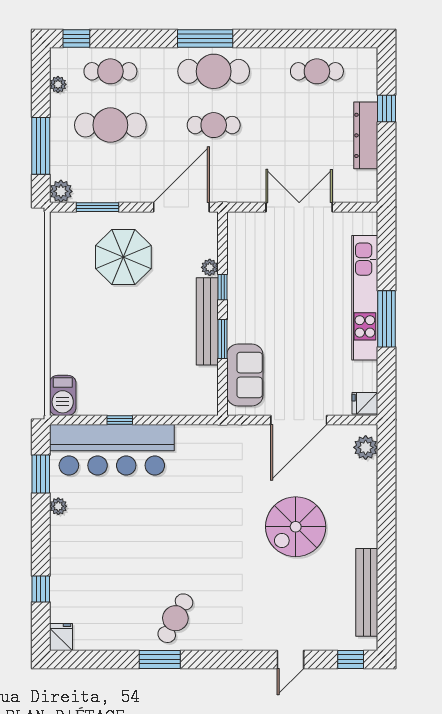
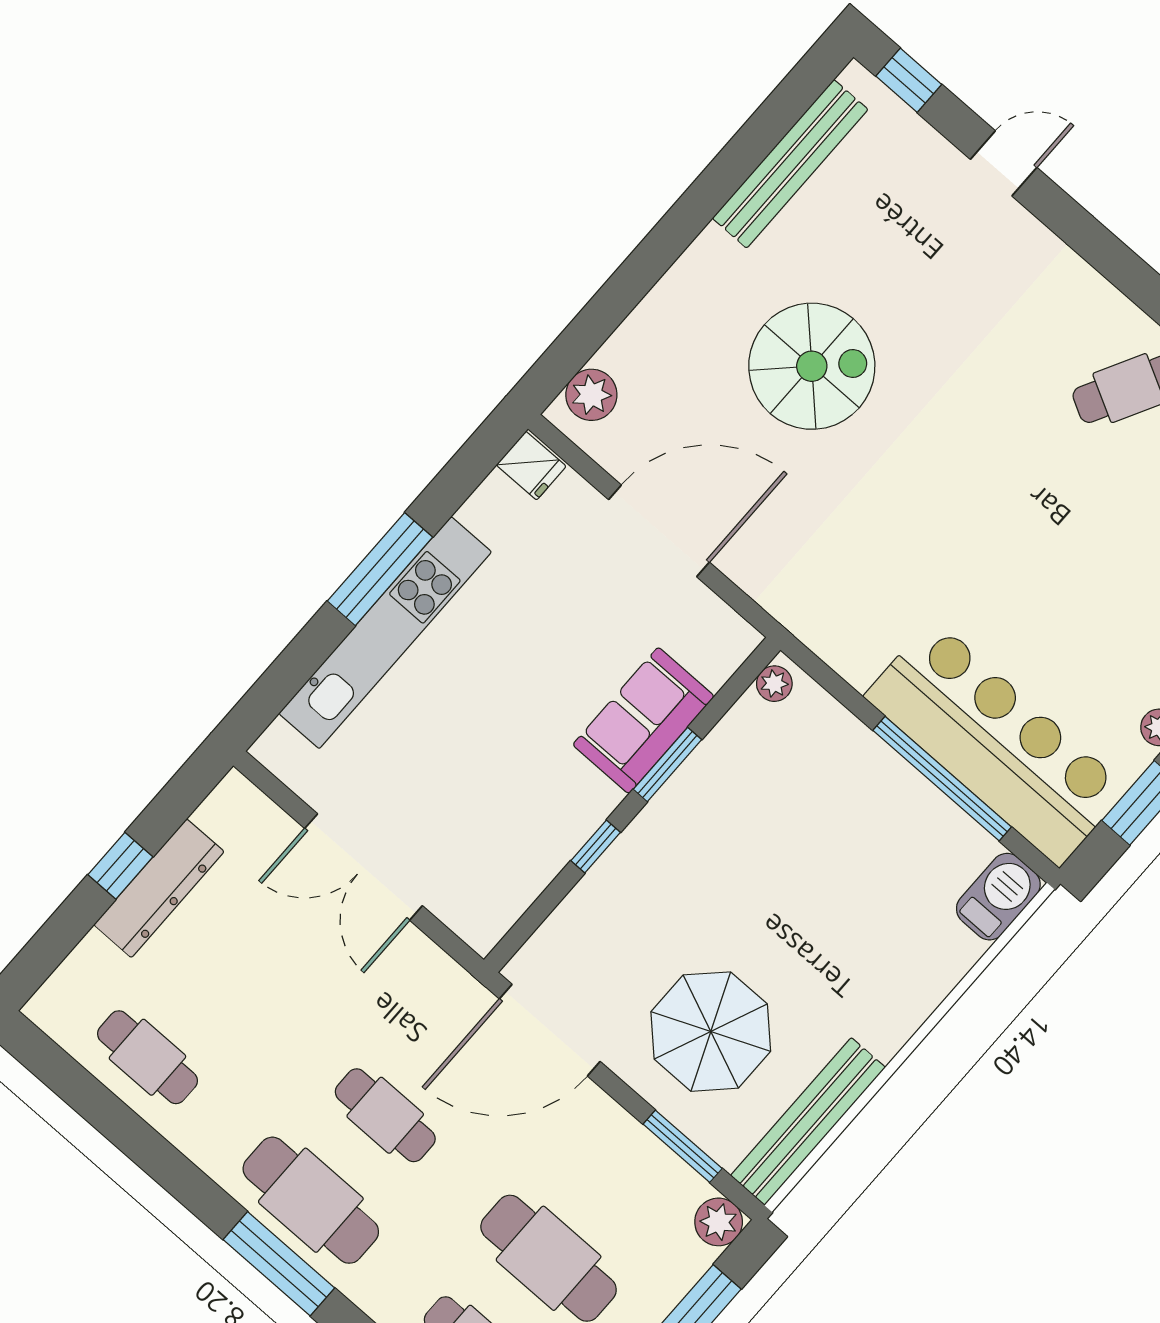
window: (387, 108) -> (120, 866), moved
plant: (210, 267) -> (774, 684), moved
bench: (207, 321) -> (808, 1121), moved
sofa: (245, 375) -> (644, 720), moved
window: (120, 420) -> (942, 779), width x3.17

